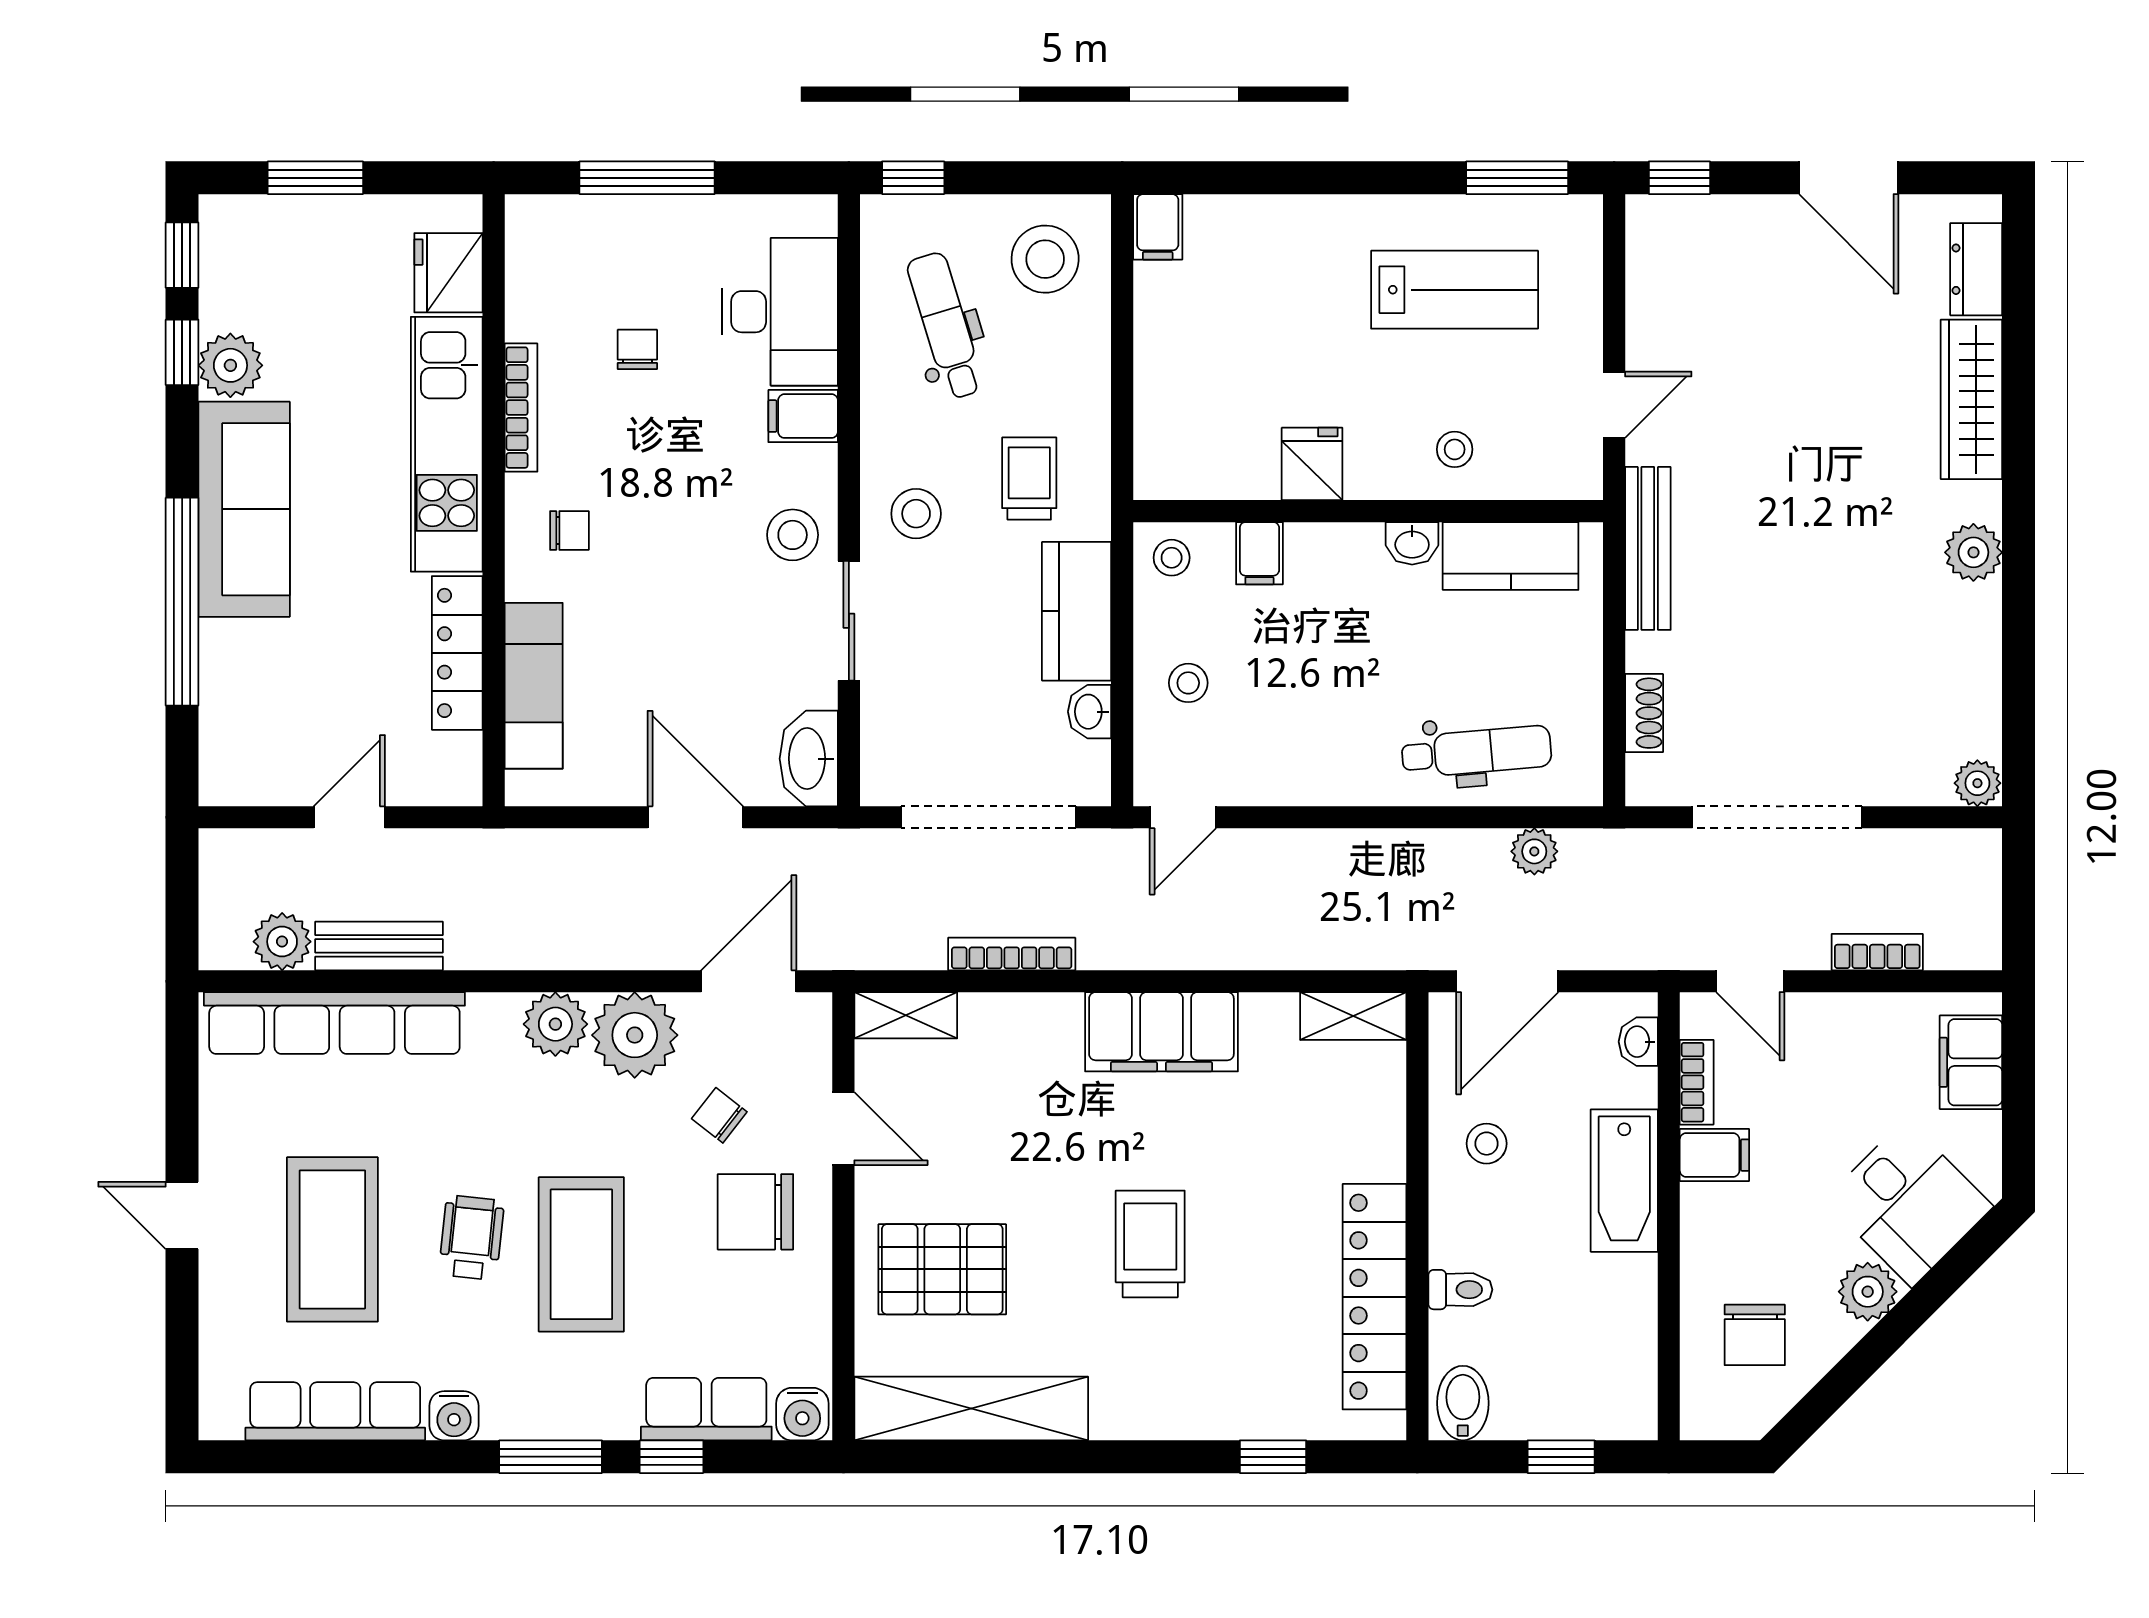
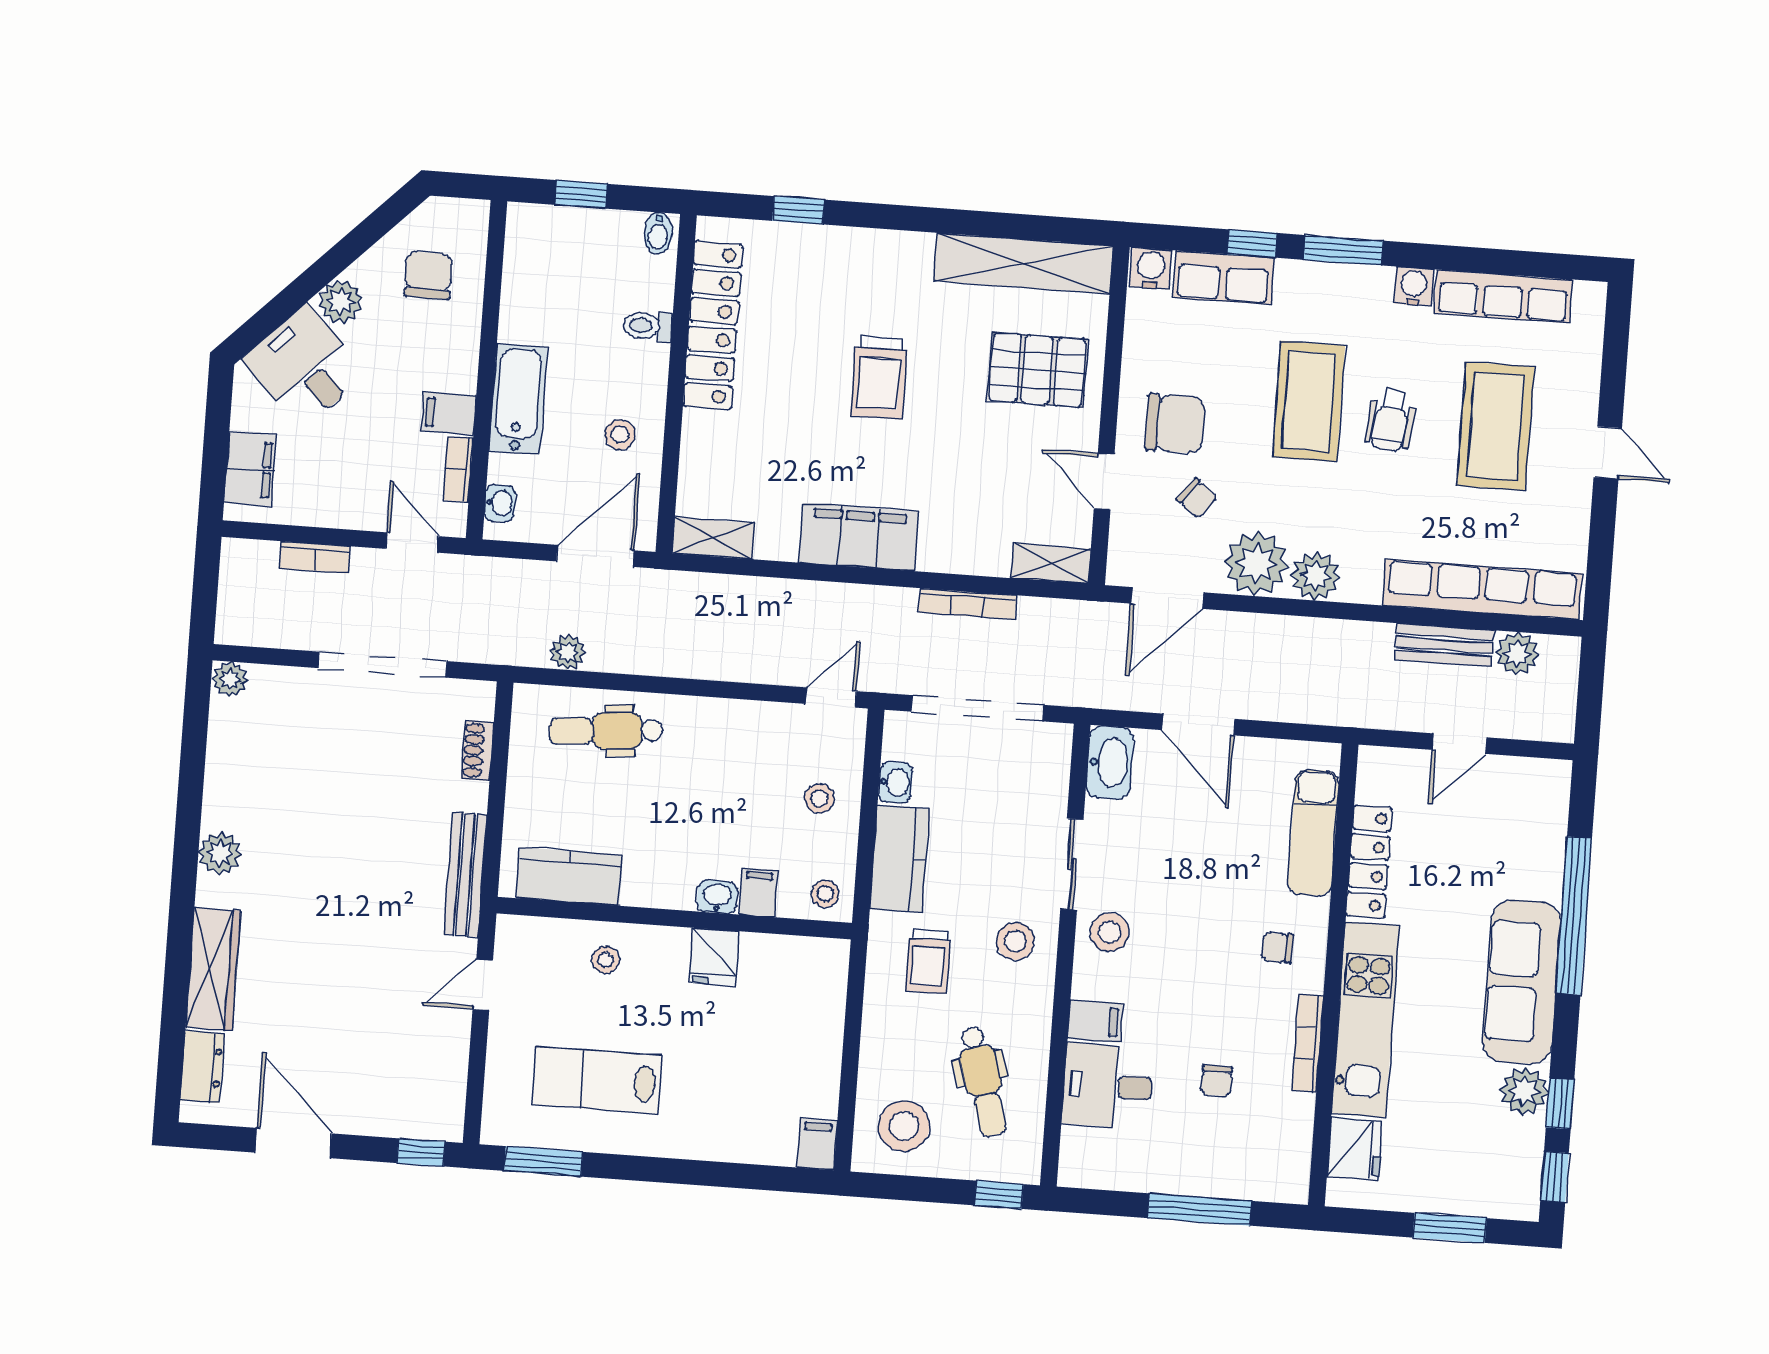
desk: (780, 312) -> (1108, 1086), width x0.73
washbasin: (1412, 543) -> (717, 897), moved
bidet: (1463, 1403) -> (658, 233), width x0.72, depth x0.74

